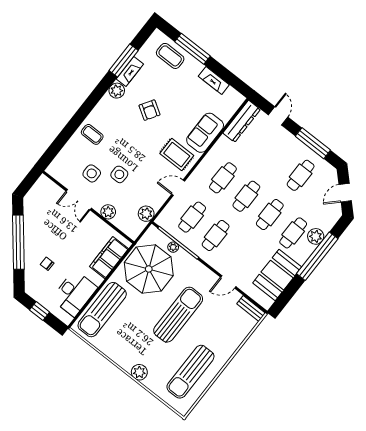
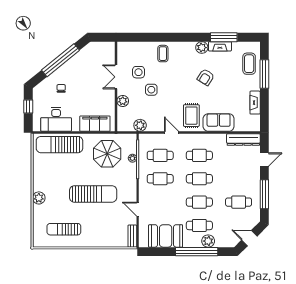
parasol: (149, 269) -> (107, 154), width x0.73, depth x0.73
sun lounger: (190, 372) -> (64, 229), width x0.73, depth x0.75

